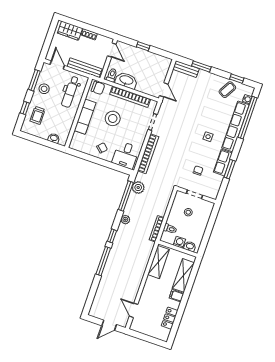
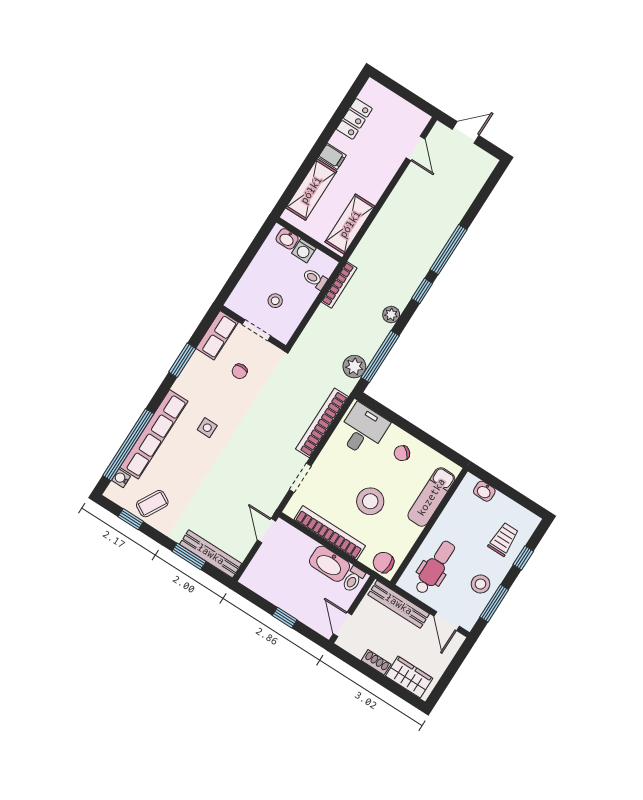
bench: (186, 69) -> (211, 554), width x1.36
exam couch: (85, 117) -> (431, 497), moved
row of seats: (223, 163) -> (217, 335), moved

